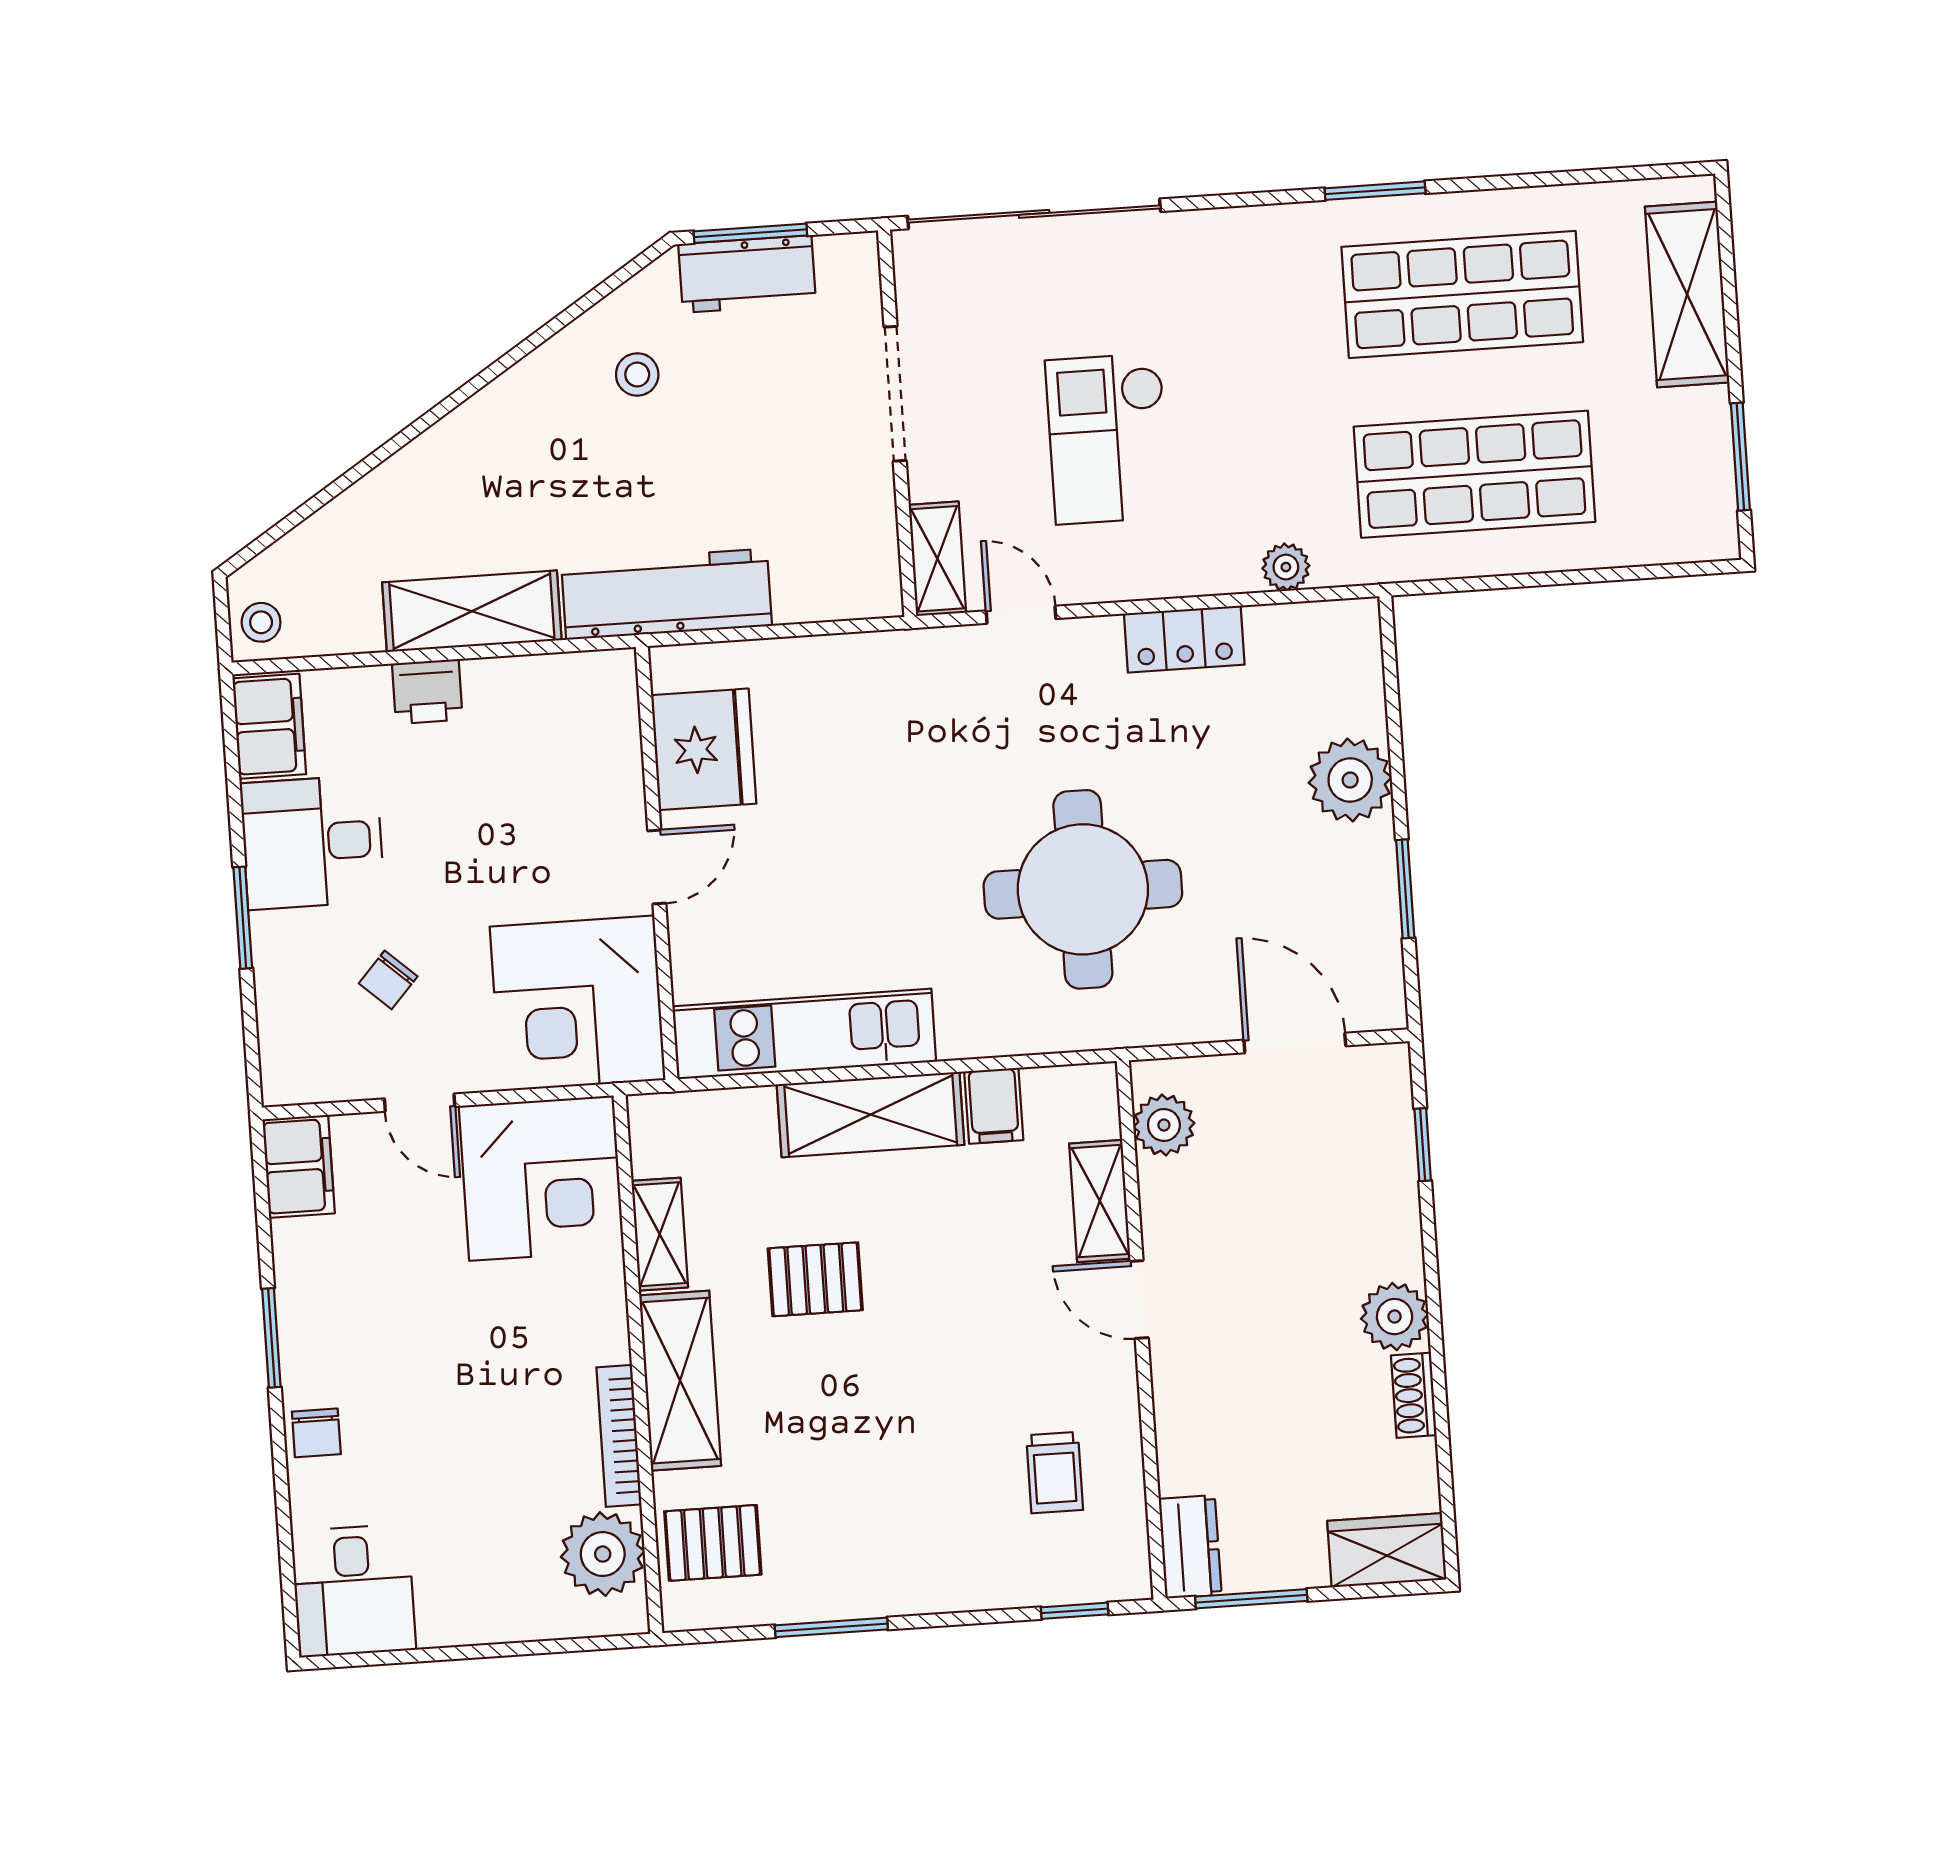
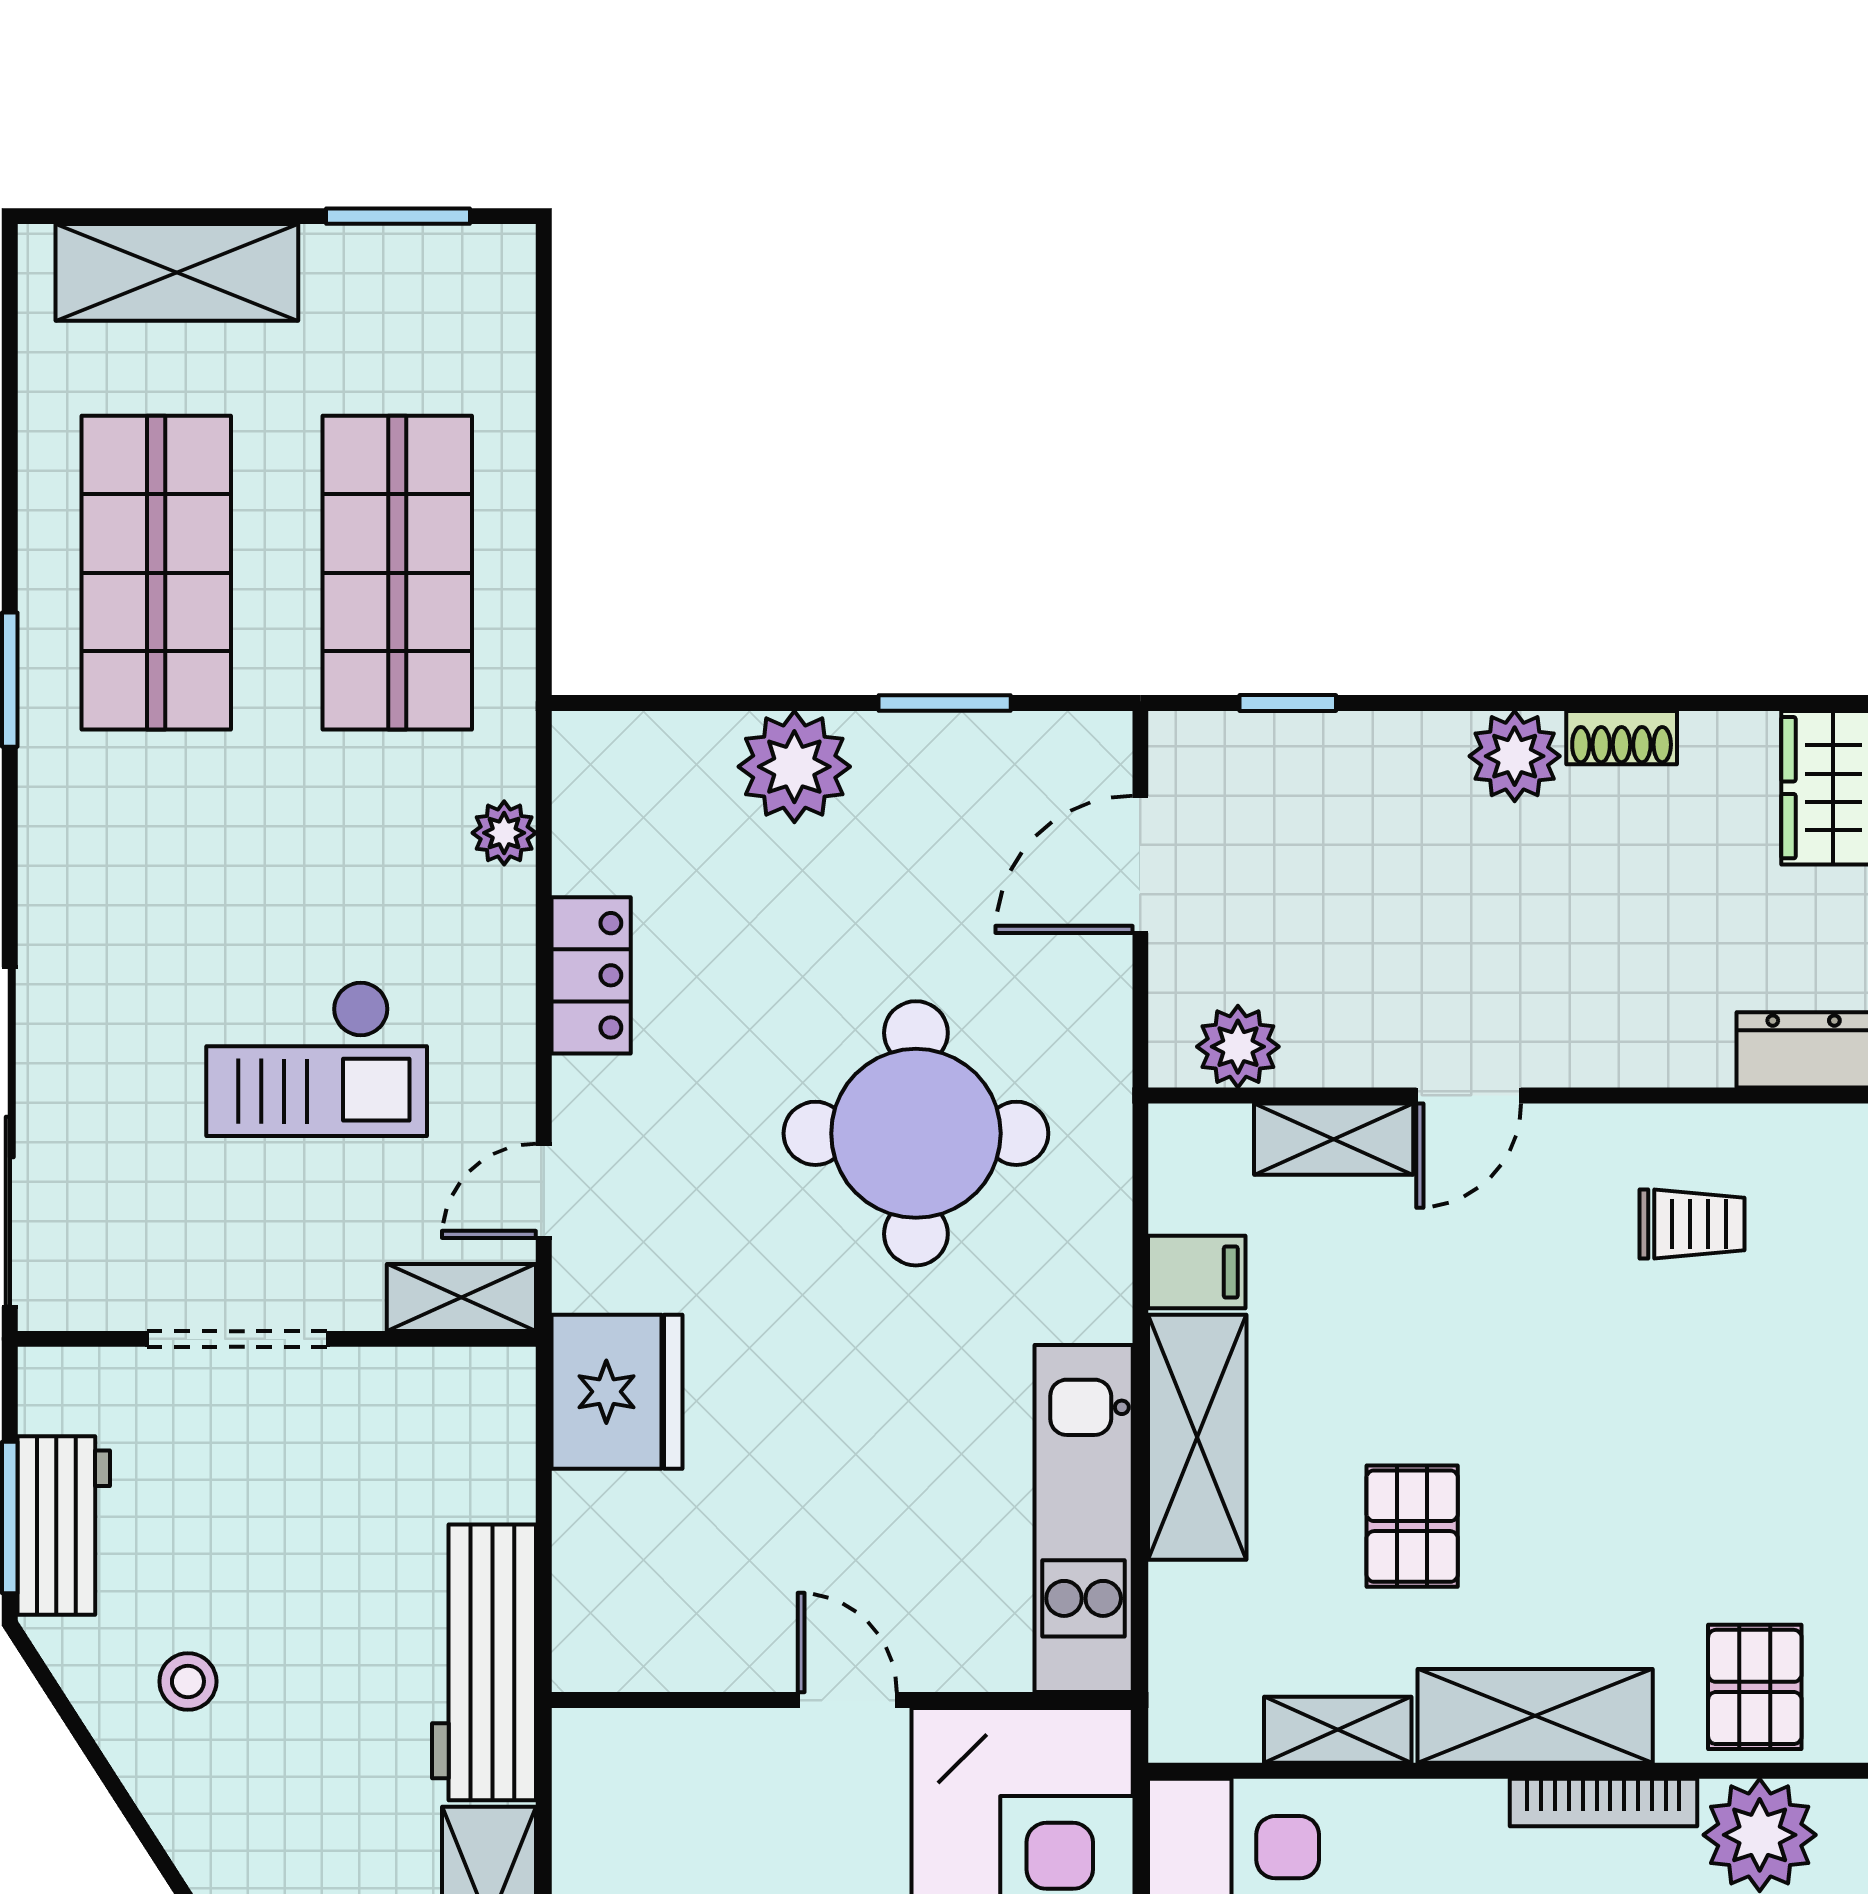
fridge: (704, 749) -> (617, 1392), moved, turned 90

